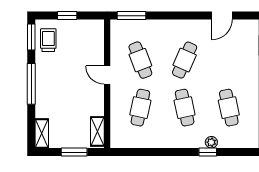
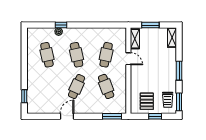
door: (222, 16) -> (67, 116), moved
pallet: (79, 38) -> (147, 101), added
door: (107, 75) -> (128, 59), moved
window: (31, 84) -> (179, 71), width x0.69

